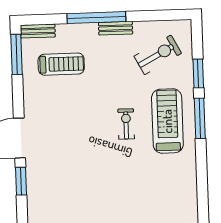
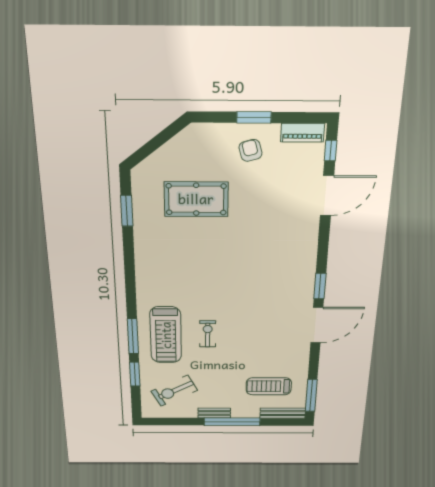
bench: (38, 31) -> (283, 413), width x1.36
exercise bike: (126, 124) -> (208, 334), turned 180

